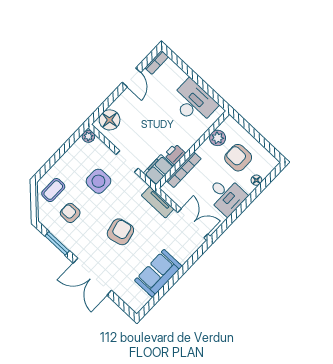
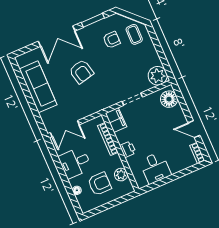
desk: (194, 103) -> (155, 168), width x0.73
plant: (88, 136) -> (158, 76), width x1.87, depth x1.87
printer: (175, 154) -> (128, 149), moved
side table: (98, 181) -> (126, 71), removed
tv unit: (158, 202) -> (92, 109), removed
sofa: (158, 273) -> (38, 87), width x1.36
double door: (92, 277) -> (57, 36), swing flipped

